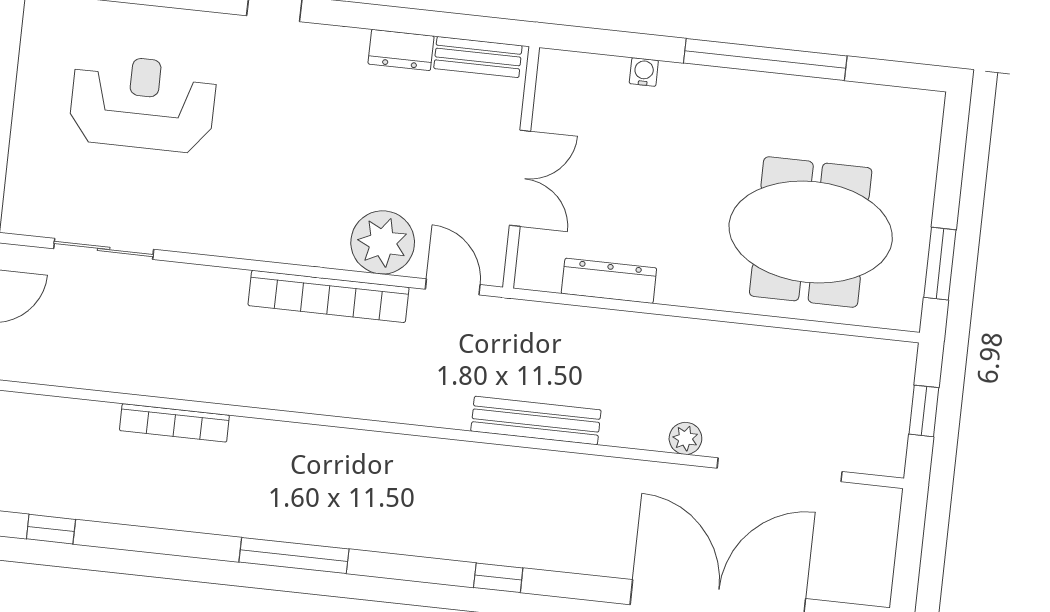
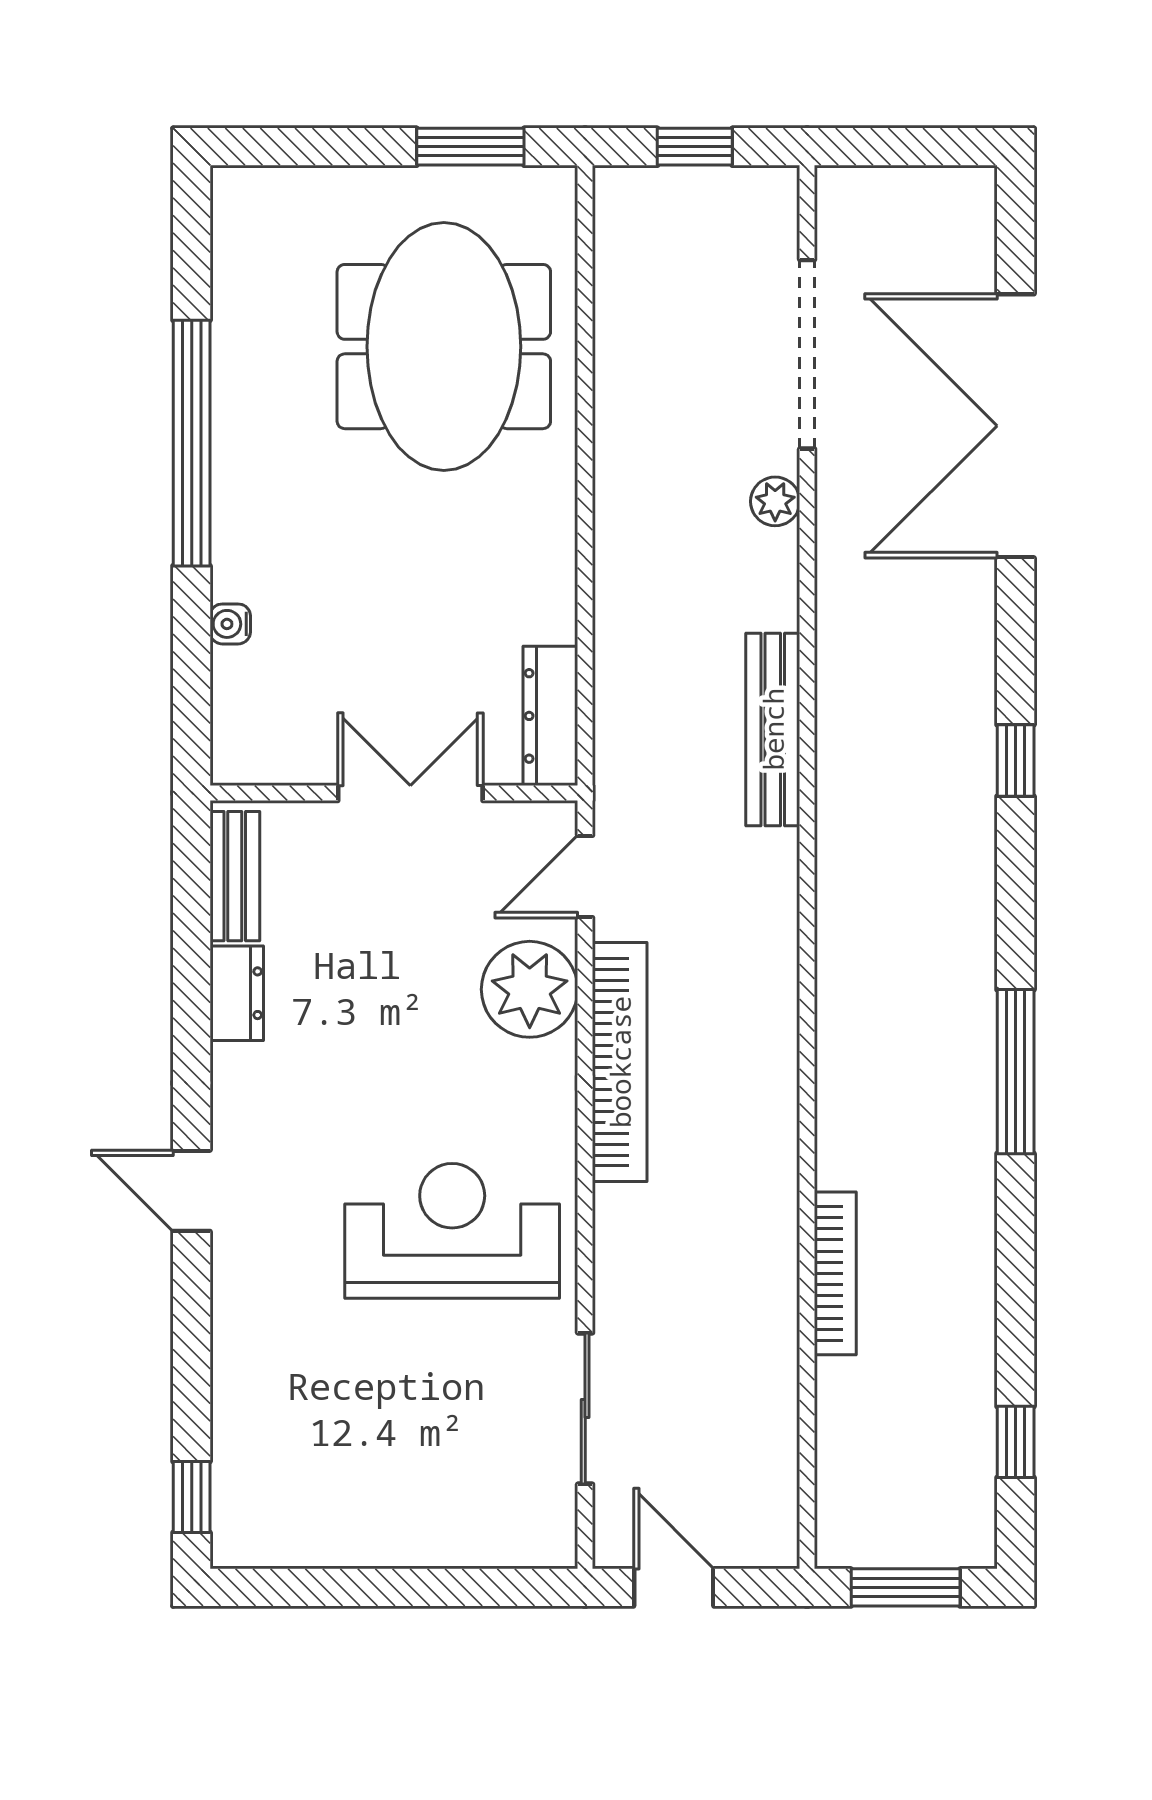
reception desk: (143, 103) -> (452, 1231), moved, turned 90
dresser: (609, 281) -> (550, 716), moved

